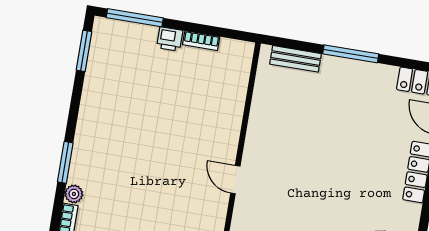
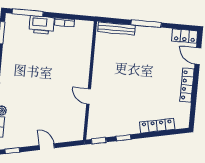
printer: (170, 39) -> (42, 25), width x1.87, depth x1.48
bench: (295, 59) -> (116, 28), width x1.36

